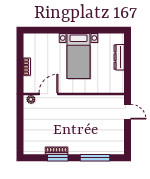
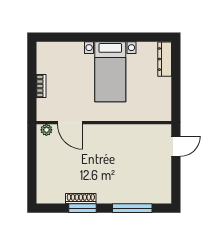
dresser: (119, 57) -> (165, 59), moved
door: (48, 94) -> (70, 123), swing flipped
door: (128, 112) -> (176, 146), hinge flipped

